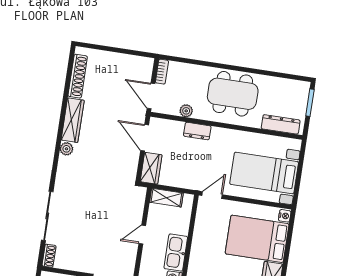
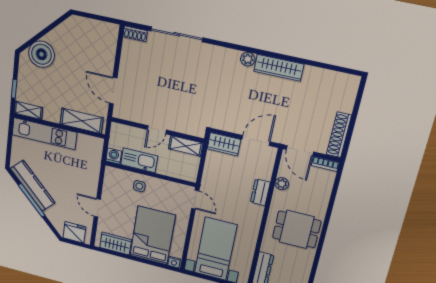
shoe rack: (78, 76) -> (339, 135), moved, turned 90
dining table: (233, 94) -> (297, 229), width x0.73
door: (151, 96) -> (300, 151), swing flipped
shelving: (166, 198) -> (186, 146), moved, turned 90
door: (142, 235) -> (157, 130), swing flipped
side table: (204, 253) -> (139, 186), added

